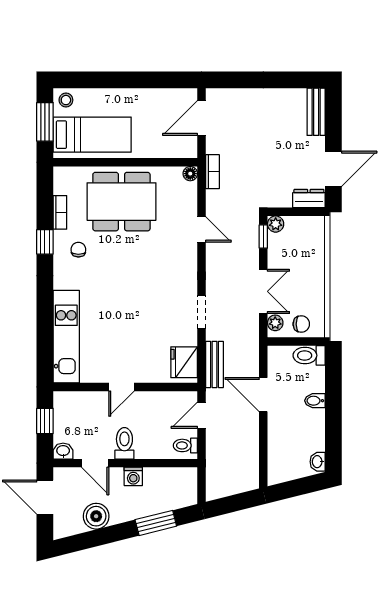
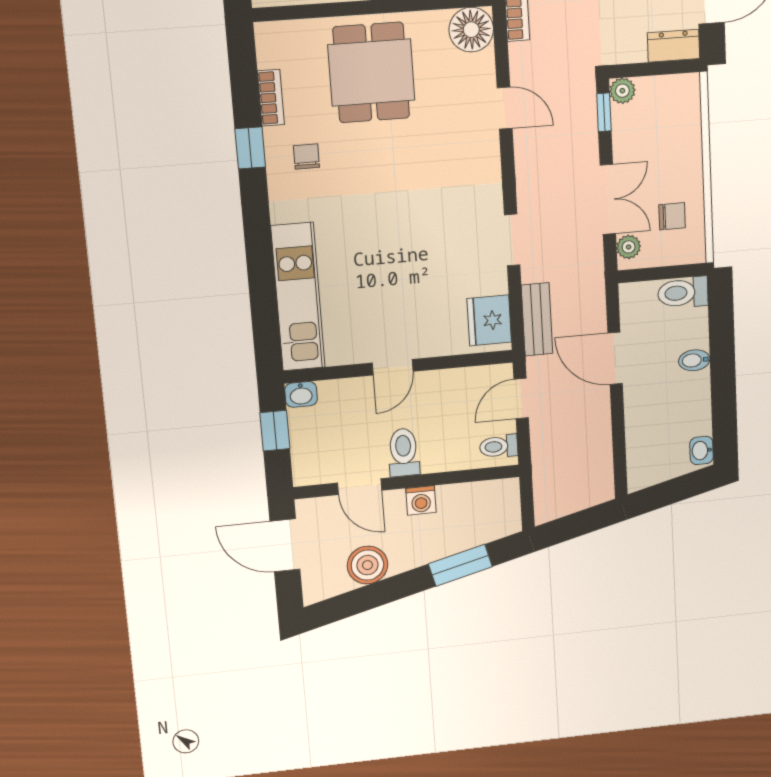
floor lamp: (190, 174) -> (471, 30), width x1.89, depth x1.89
dining table: (121, 202) -> (371, 73), width x0.73
chair: (301, 324) -> (672, 216), moved
washbasin: (63, 451) -> (301, 394), moved, turned 180

